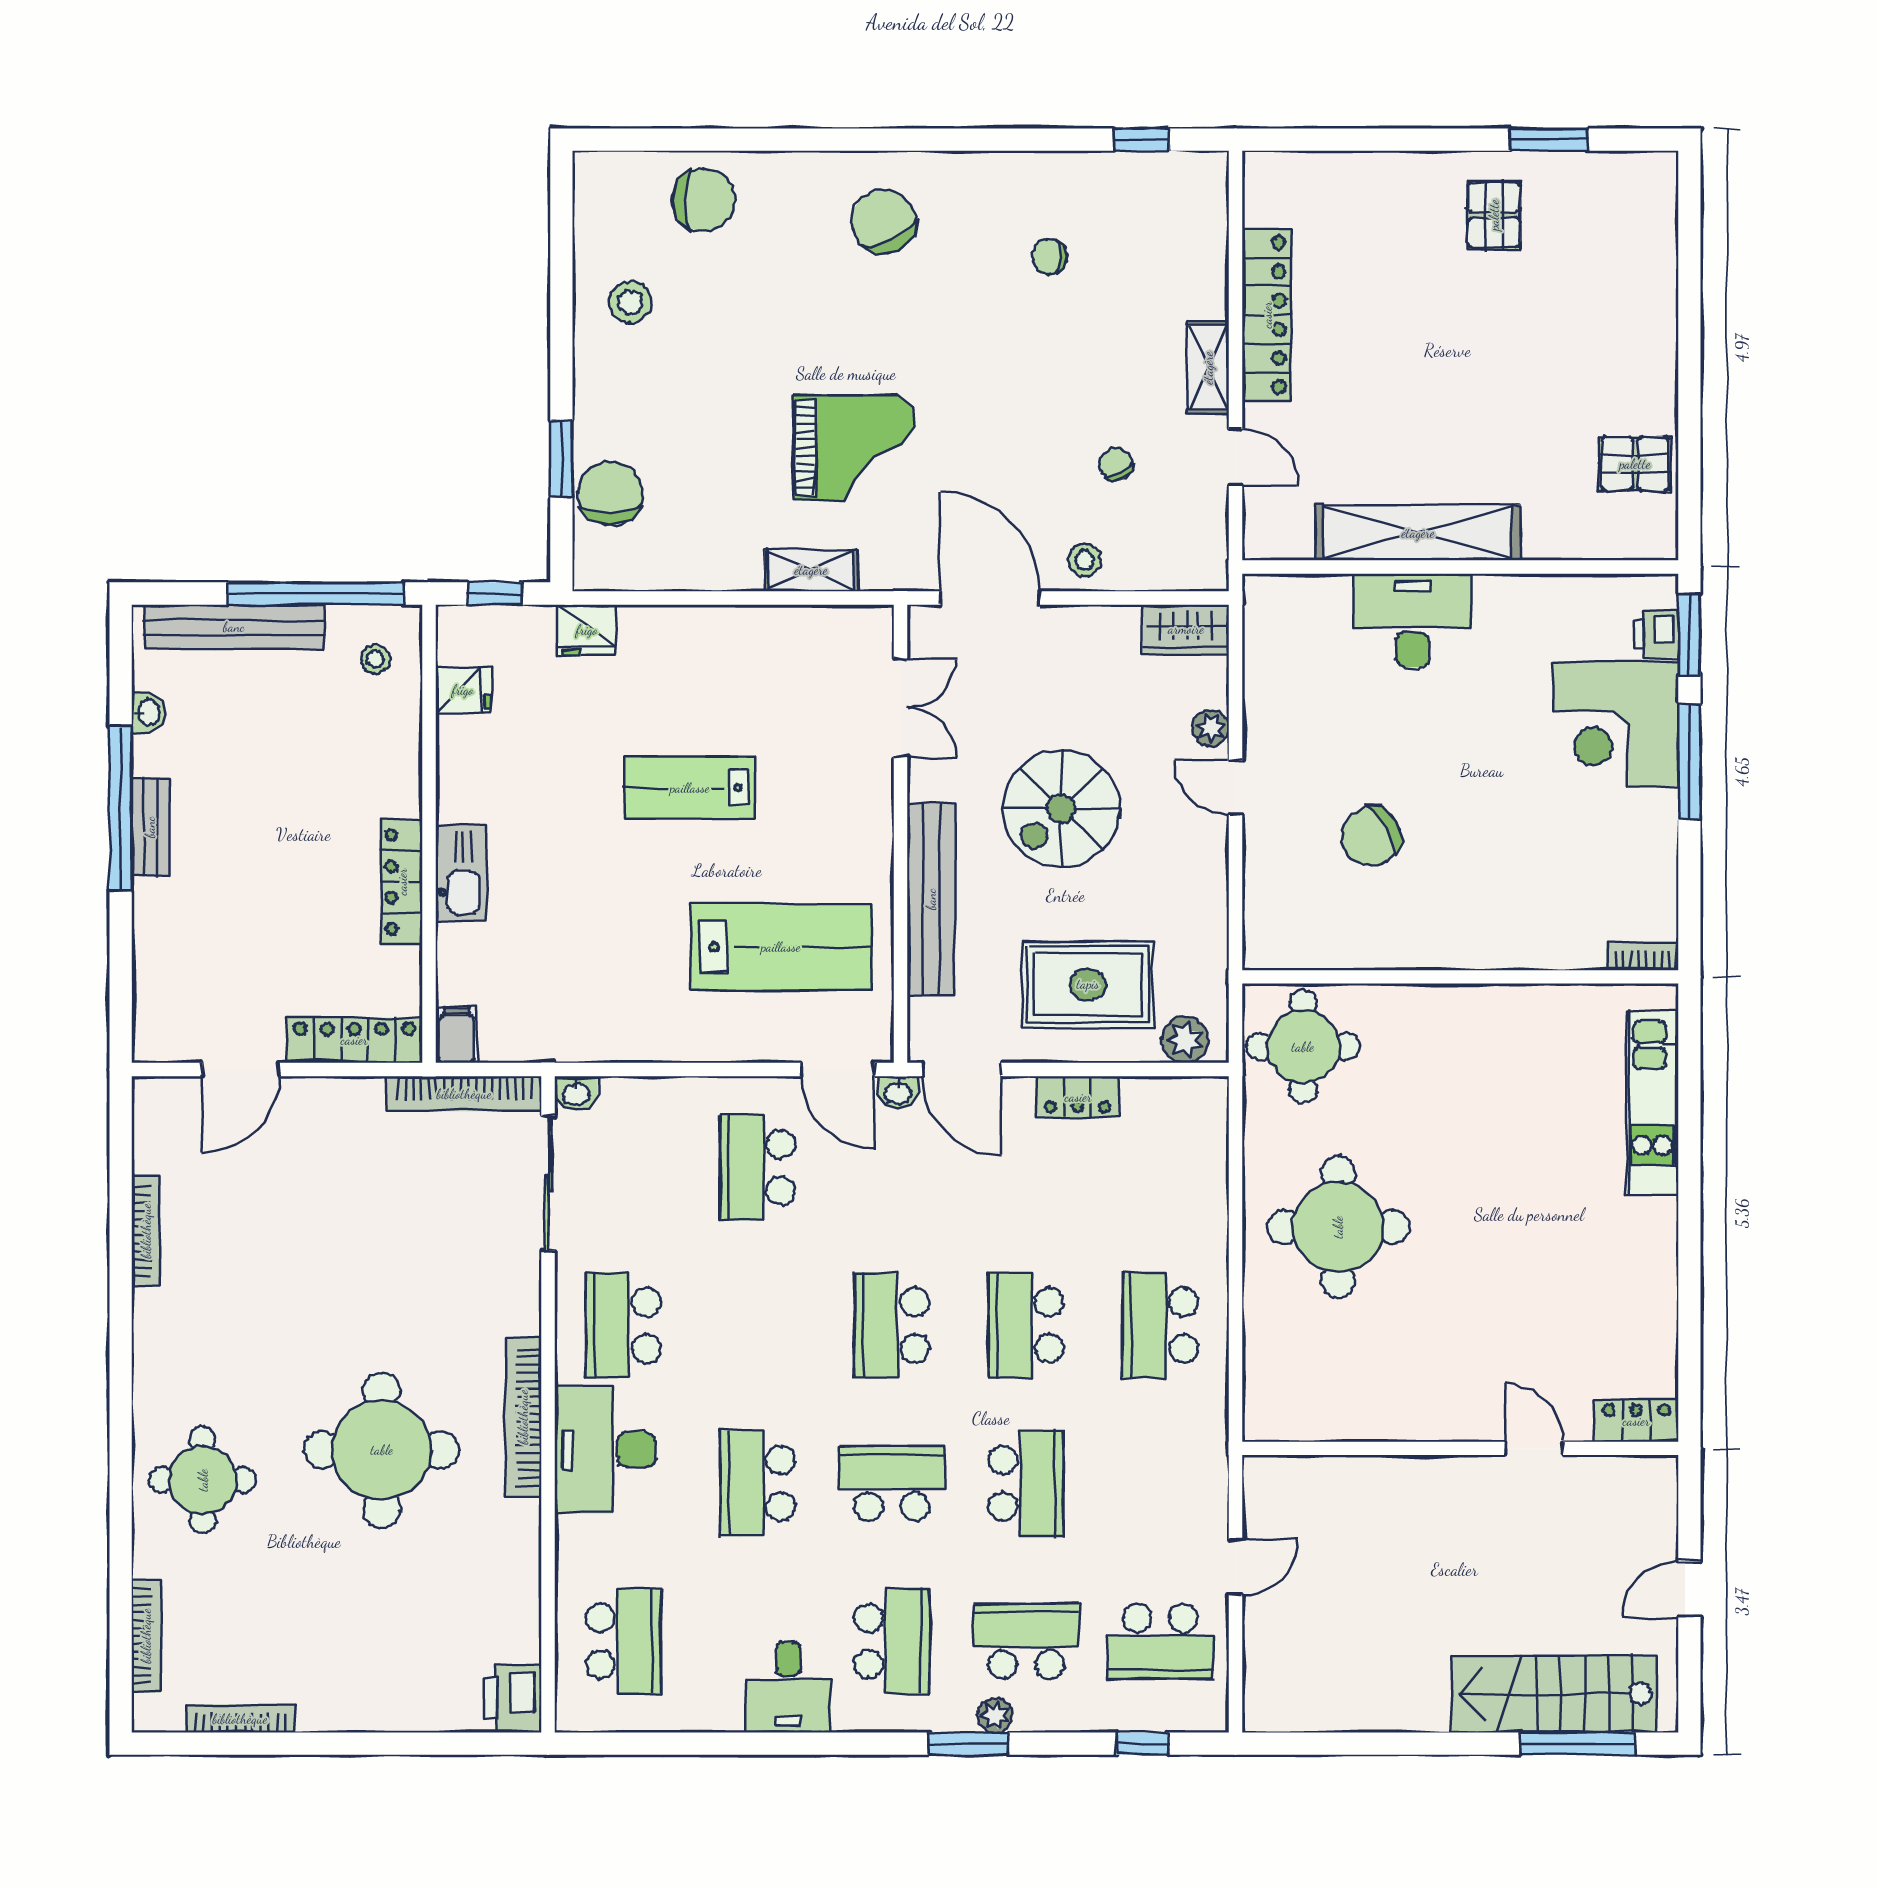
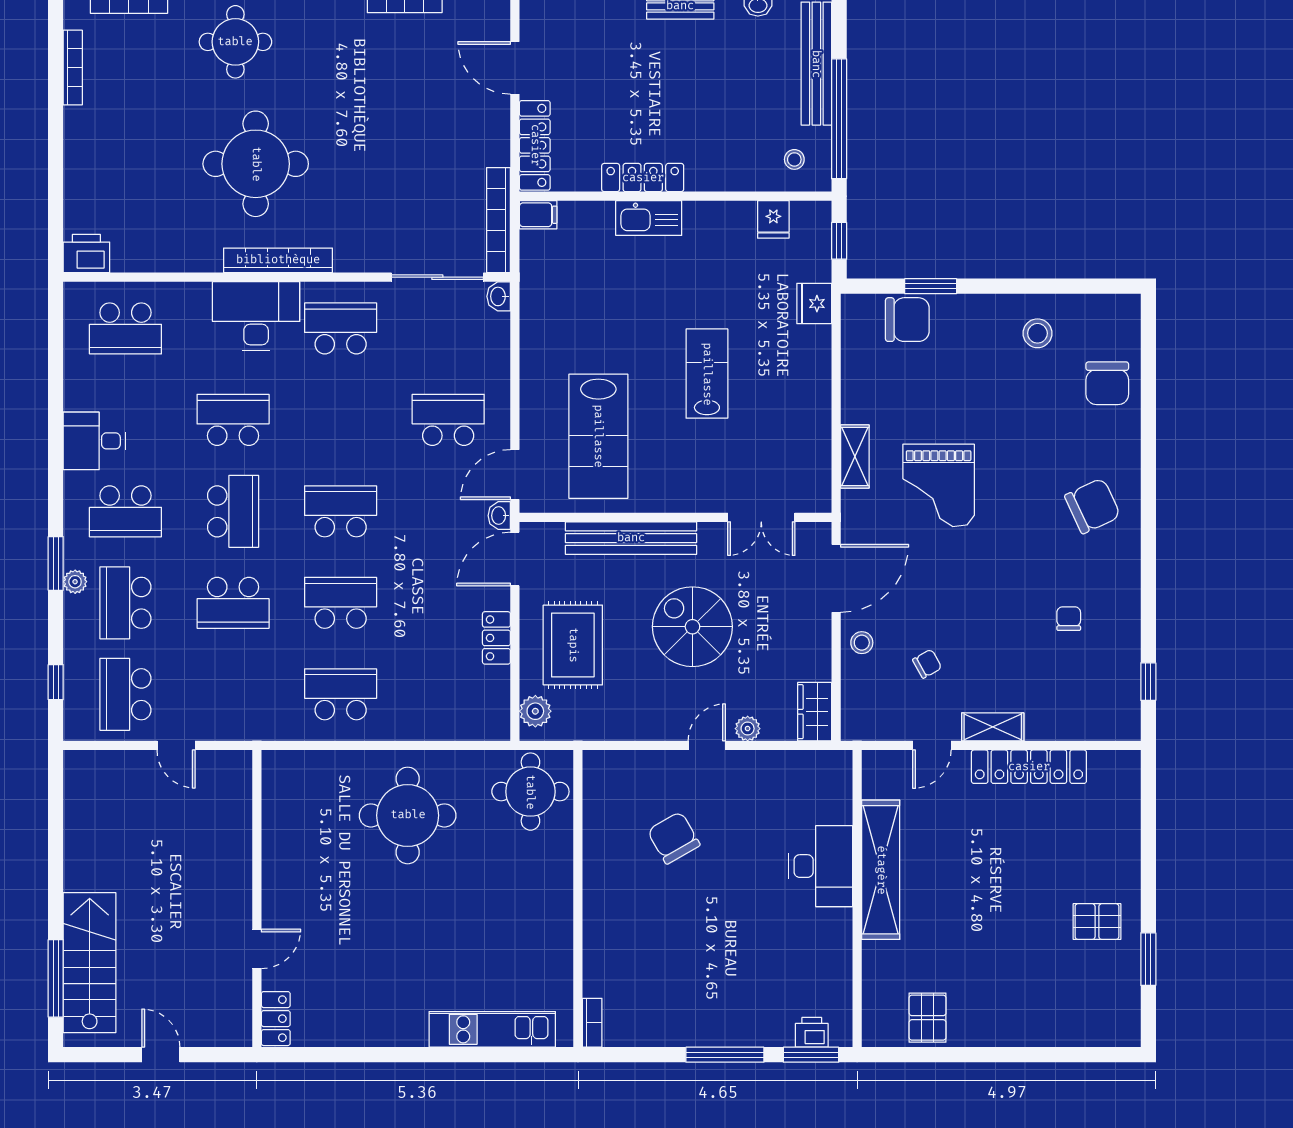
corner desk: (1616, 724) -> (750, 1005), removed
school desk: (1026, 1641) -> (125, 603), turned 180

